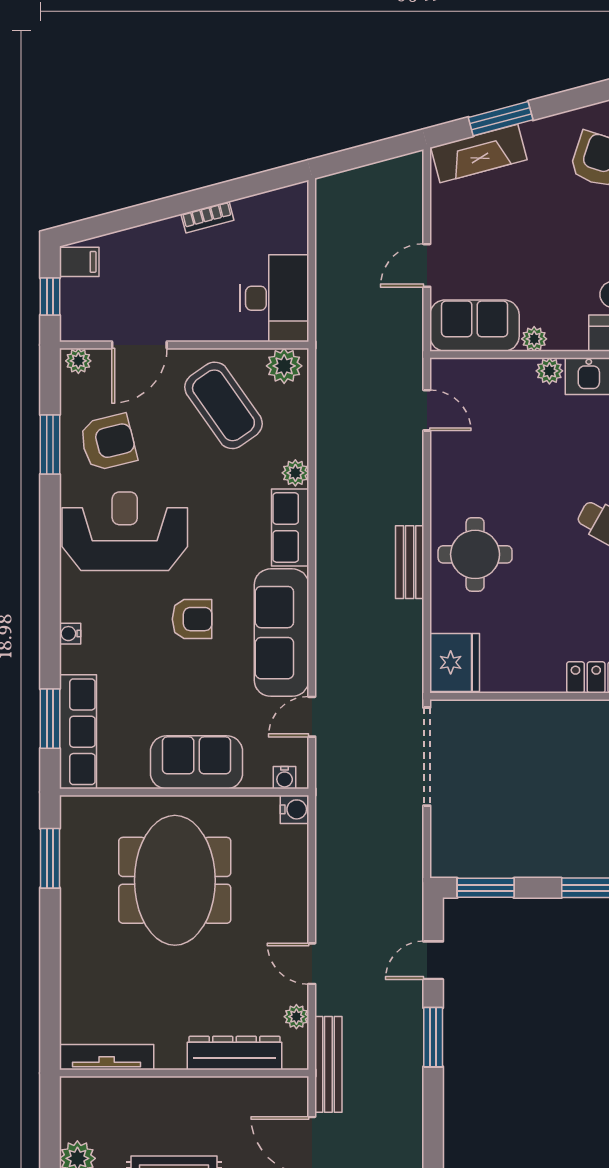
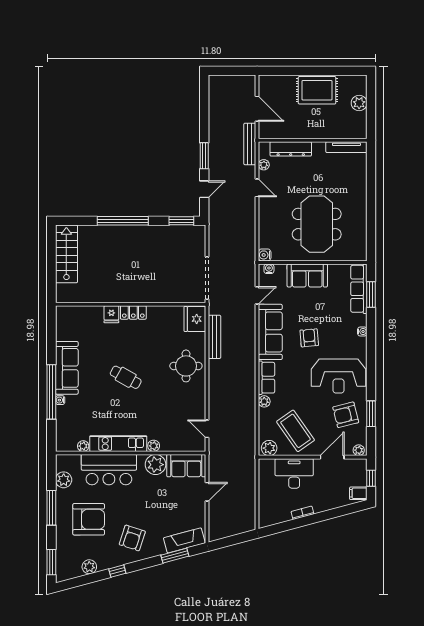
desk: (274, 298) -> (294, 473), moved, turned 90
plant: (534, 339) -> (156, 465), width x1.88, depth x1.88
bench: (410, 562) -> (214, 337), moved, width x1.36
armchair: (192, 619) -> (309, 338), turned 85
window: (50, 858) -> (371, 234), removed

